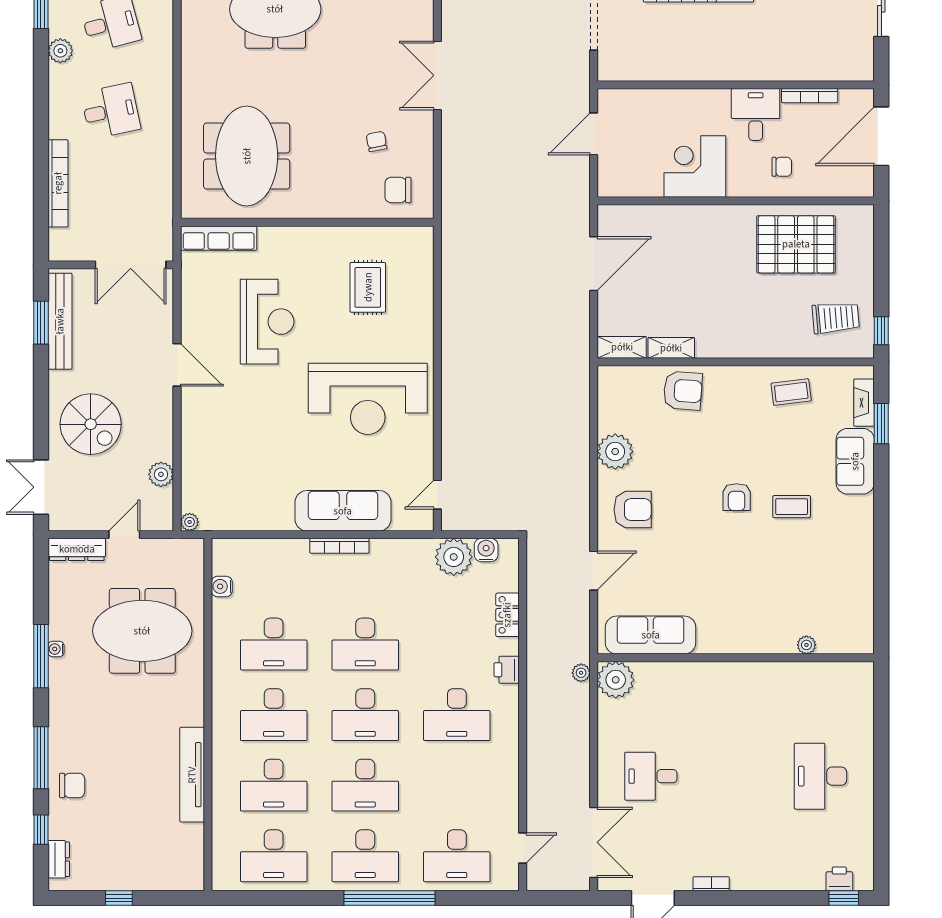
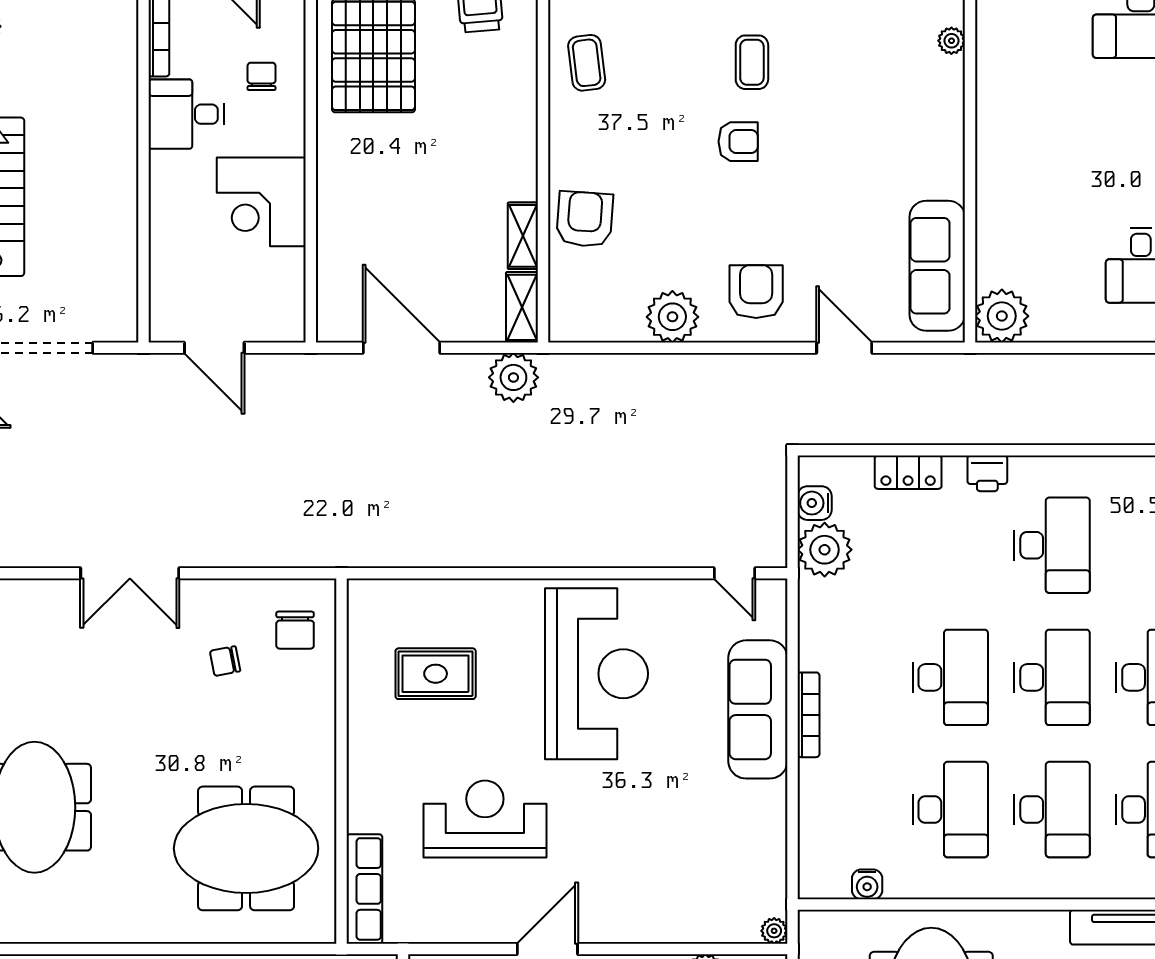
plant: (581, 673) -> (513, 377), moved, width x1.87, depth x1.87

